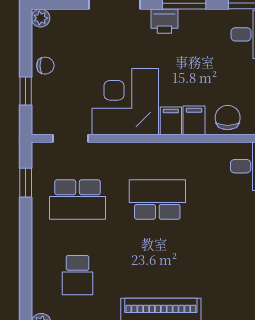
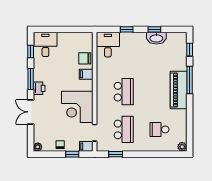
filing cabinet: (171, 121) -> (86, 146), moved
school desk: (157, 200) -> (124, 92), turned 180
school desk: (78, 275) -> (159, 129), turned 180

